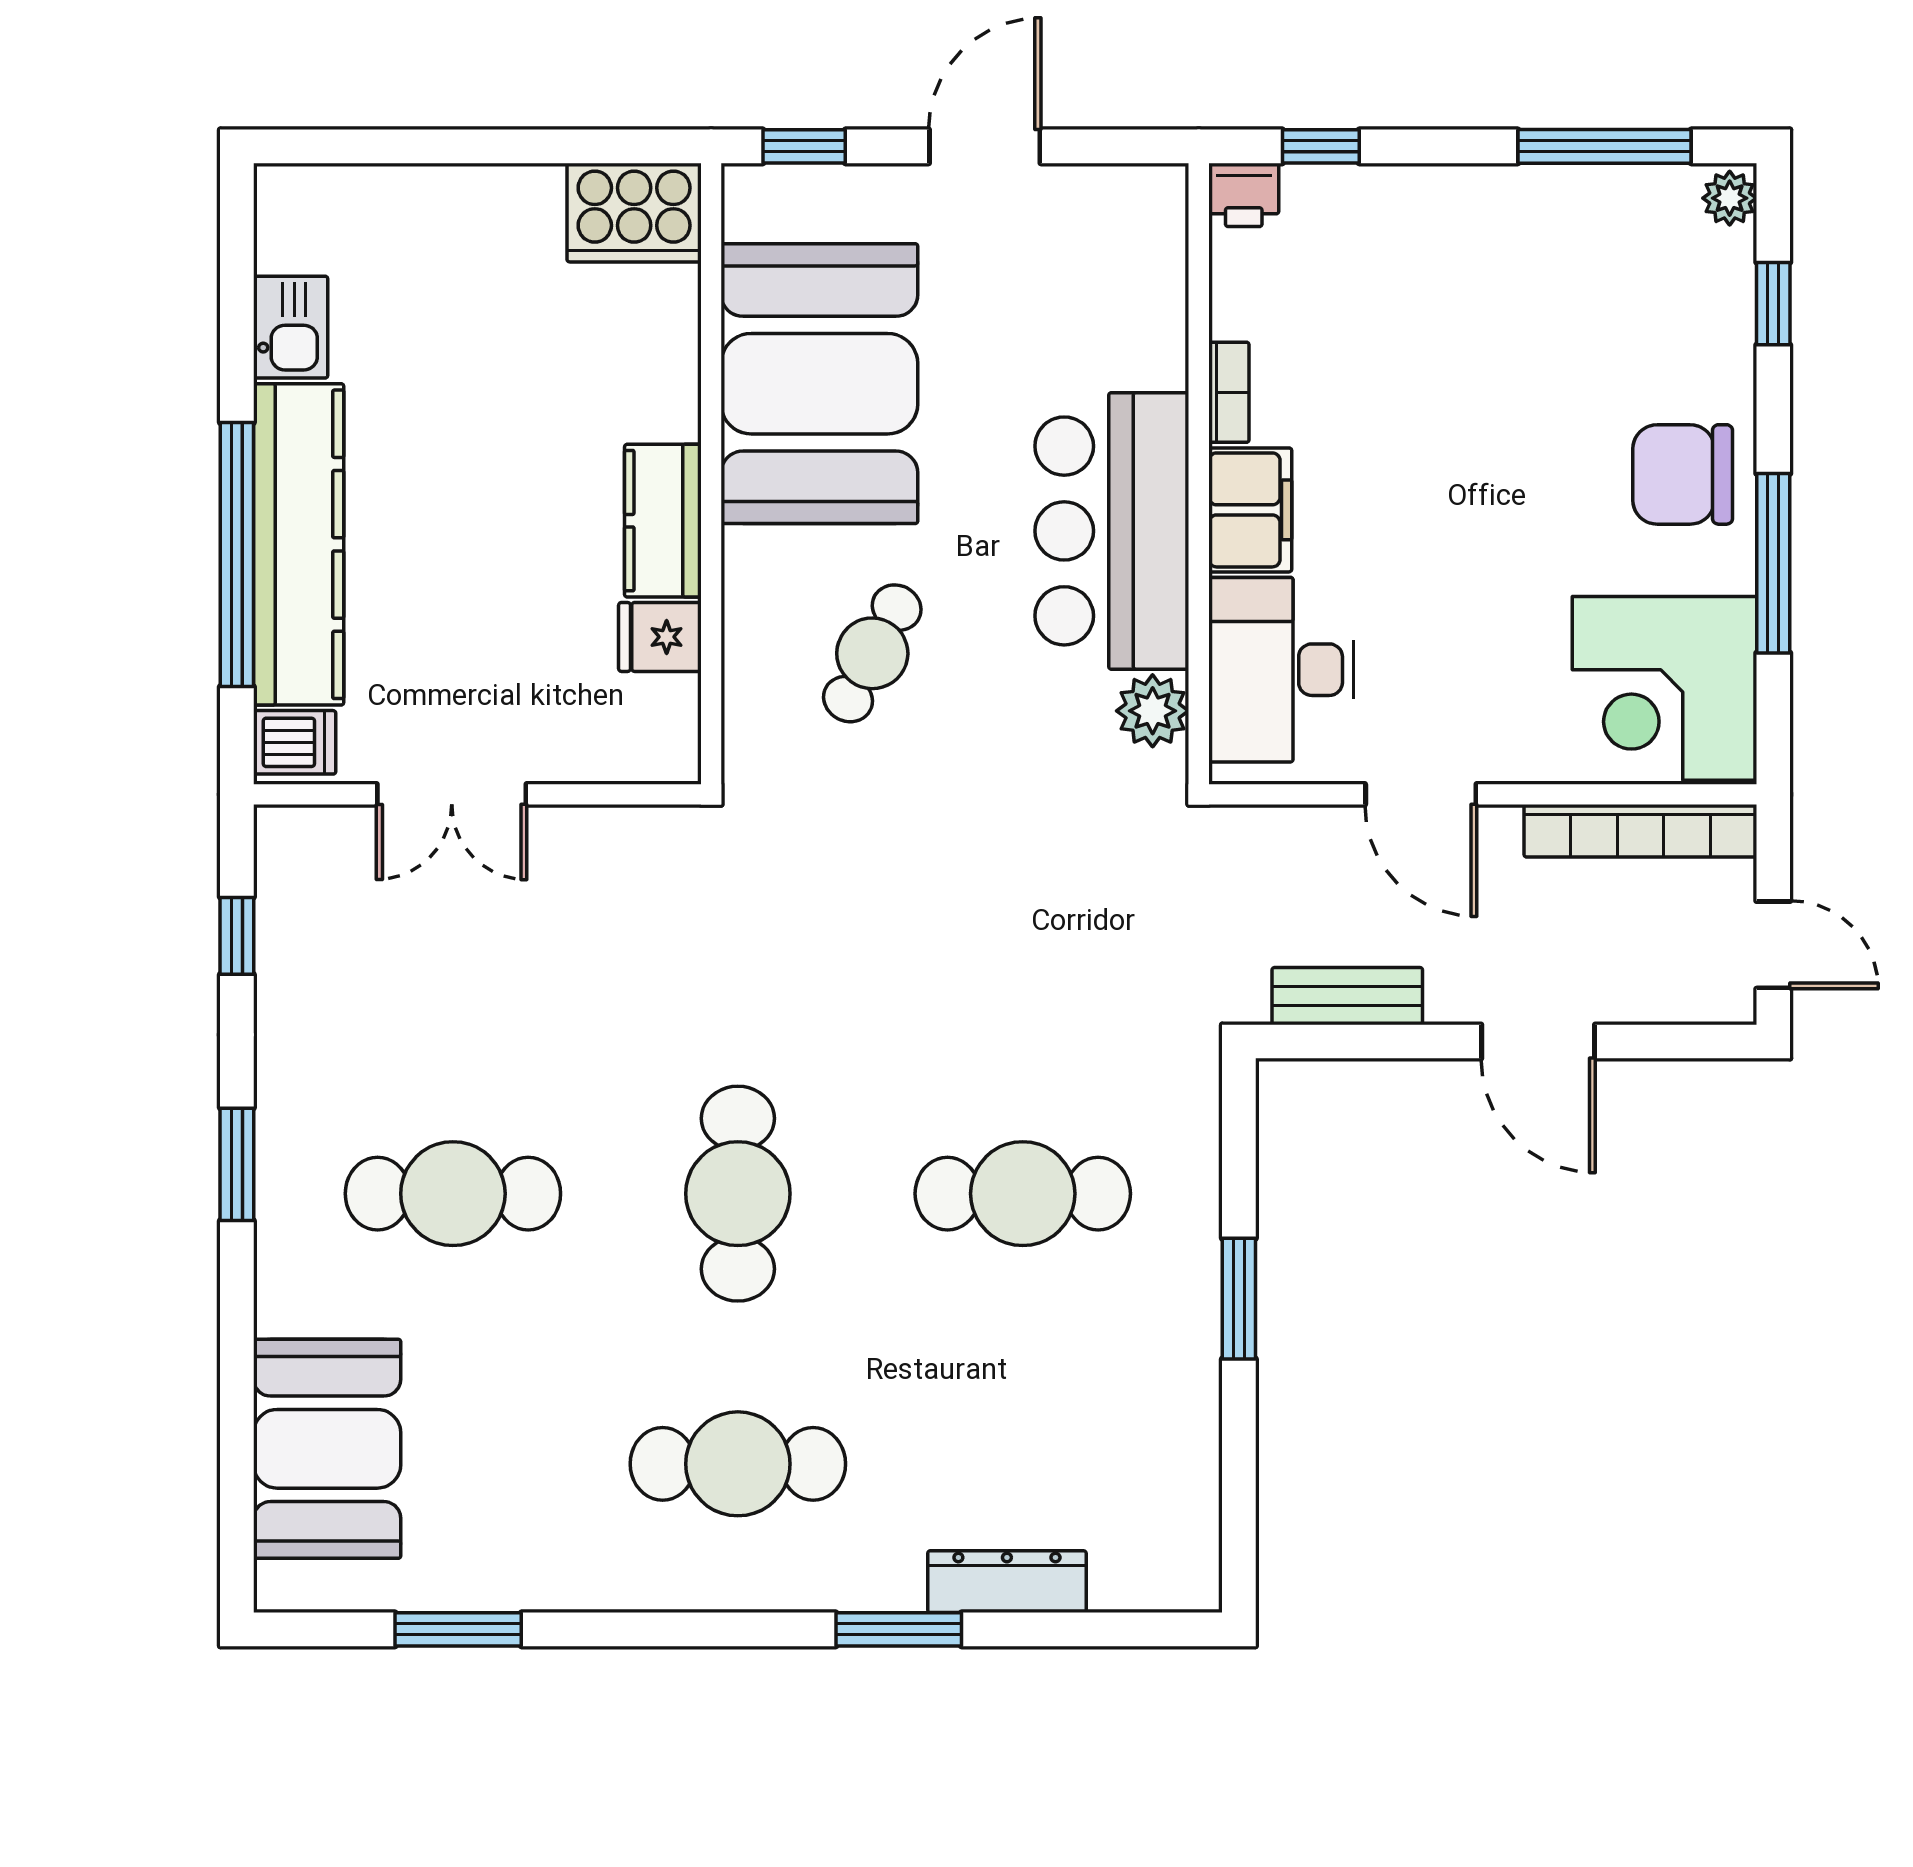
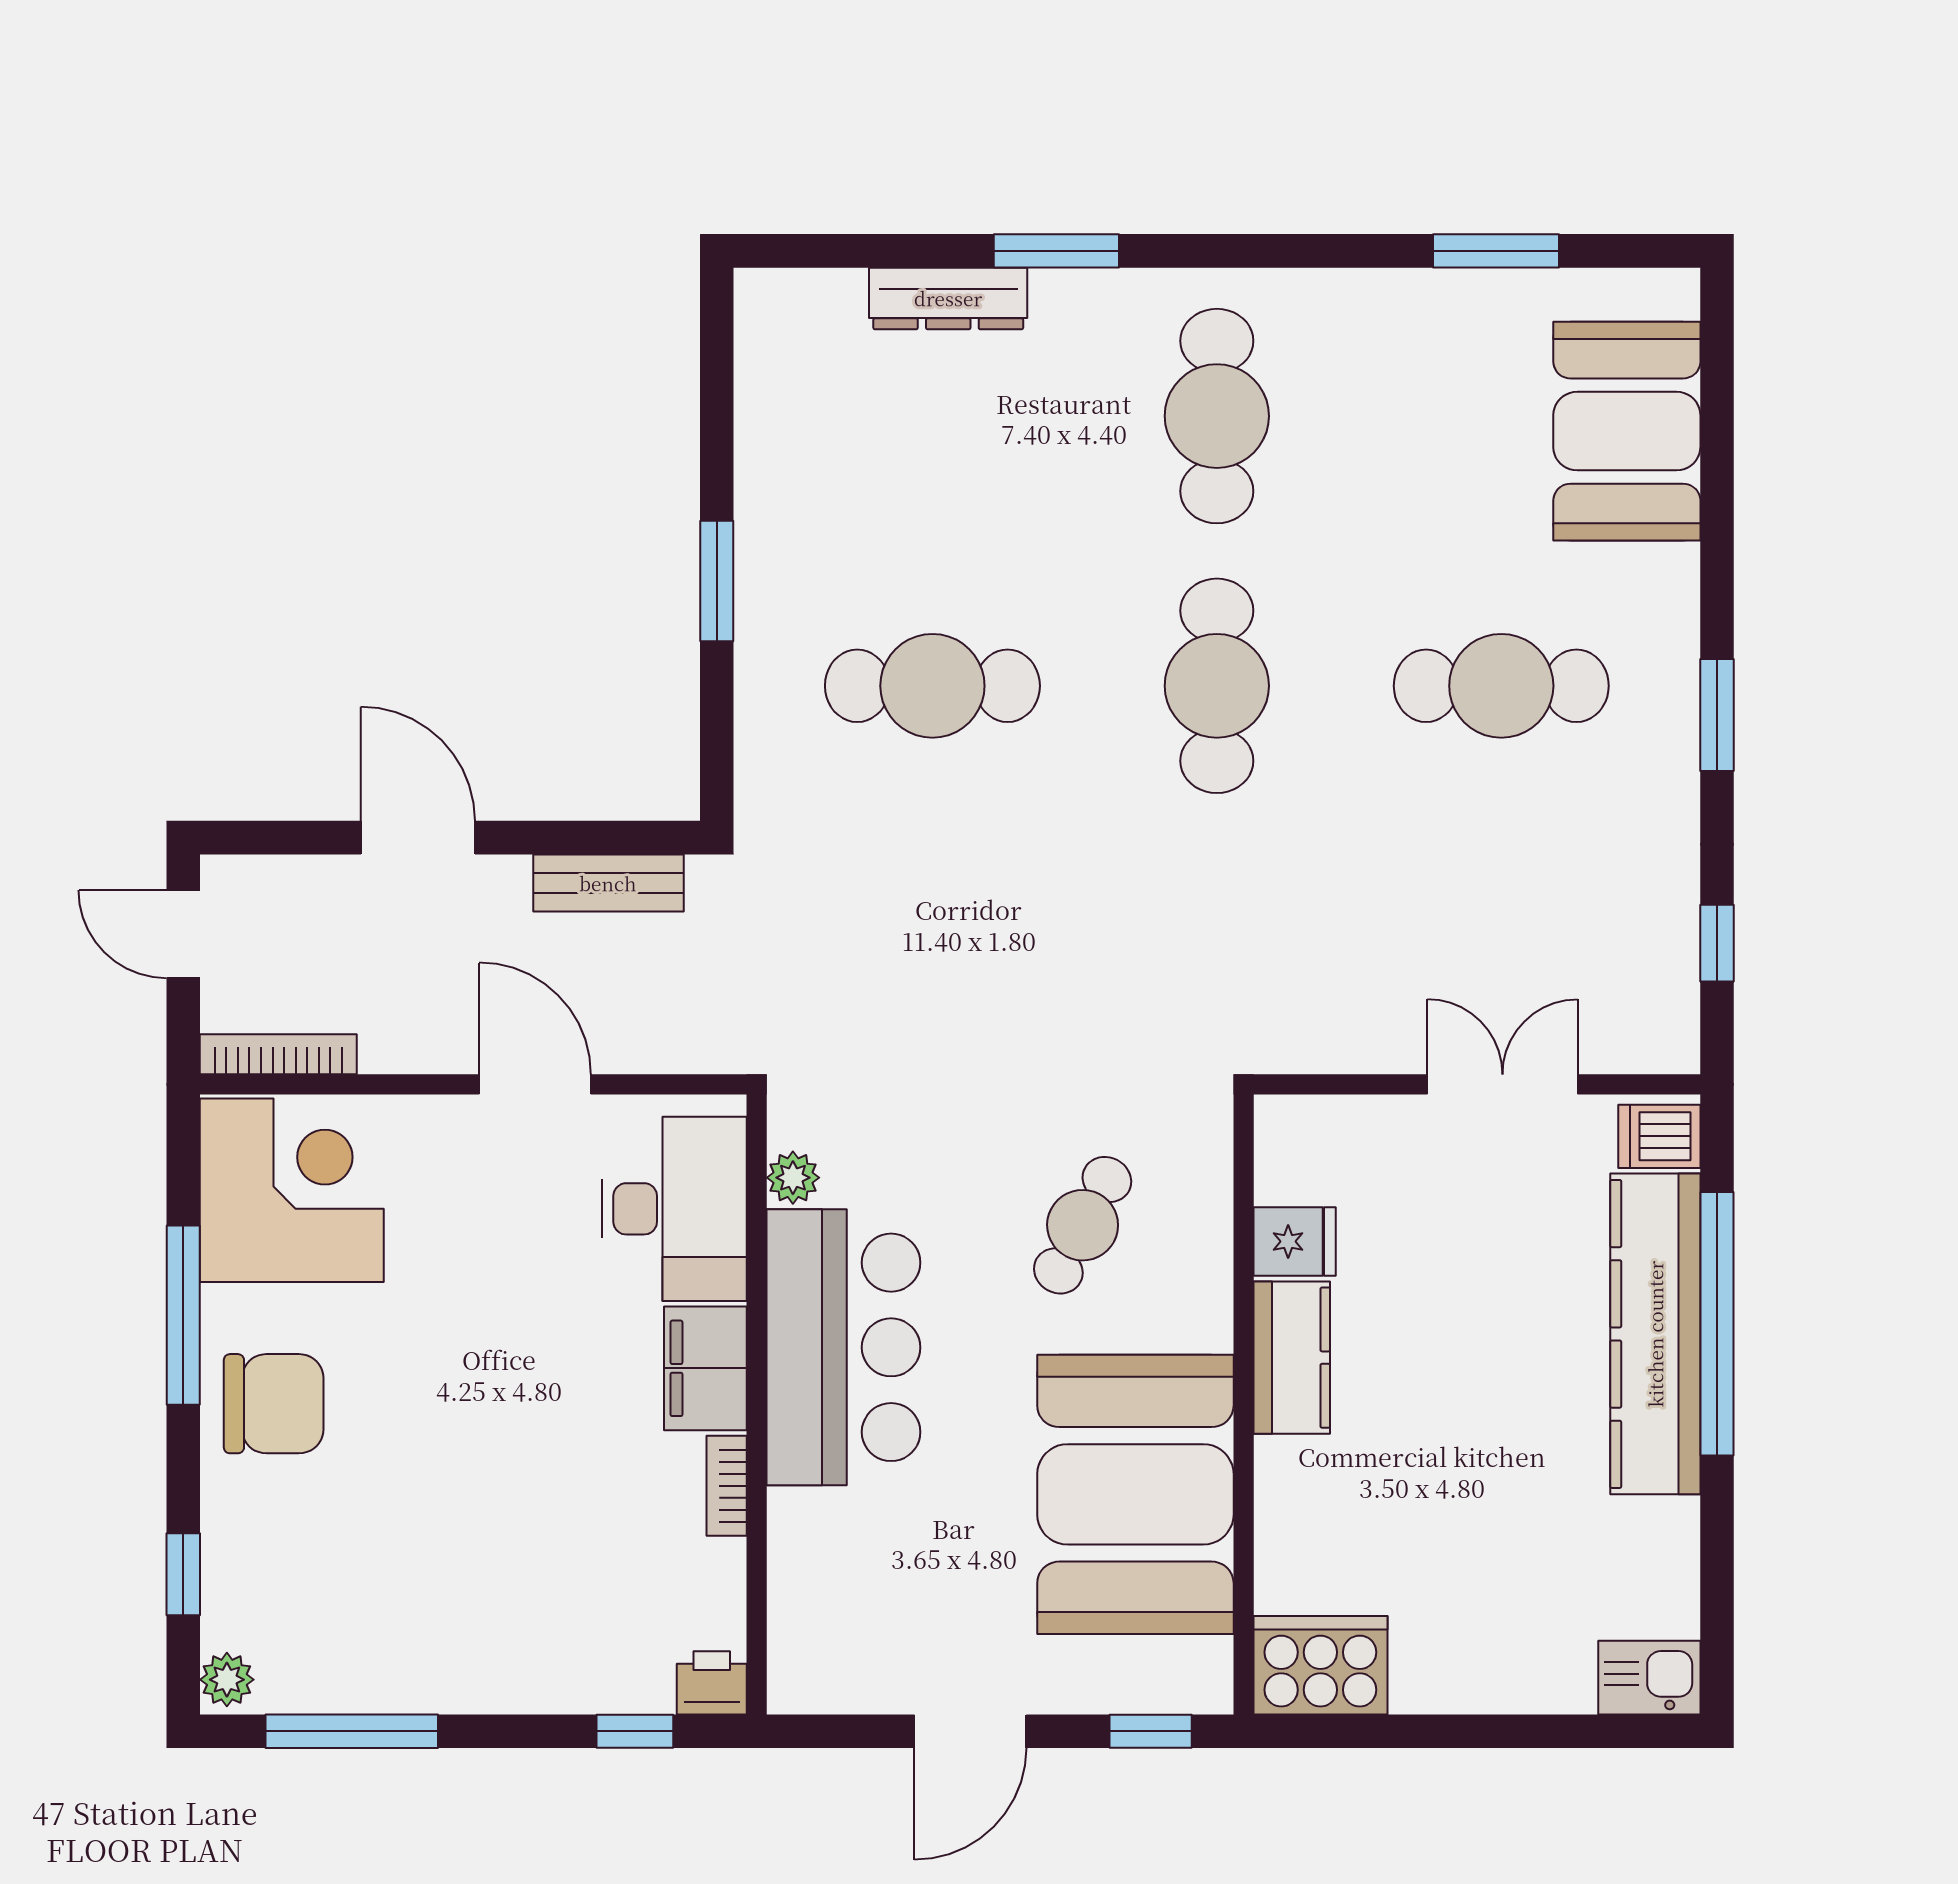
kitchen sink: (291, 327) -> (1649, 1678), moved, turned 90
plant: (1153, 711) -> (793, 1178), width x0.73, depth x0.73
bookcase: (1640, 831) -> (278, 1054), width x0.68, depth x0.76
cafe table: (738, 1464) -> (1217, 416), turned 90

